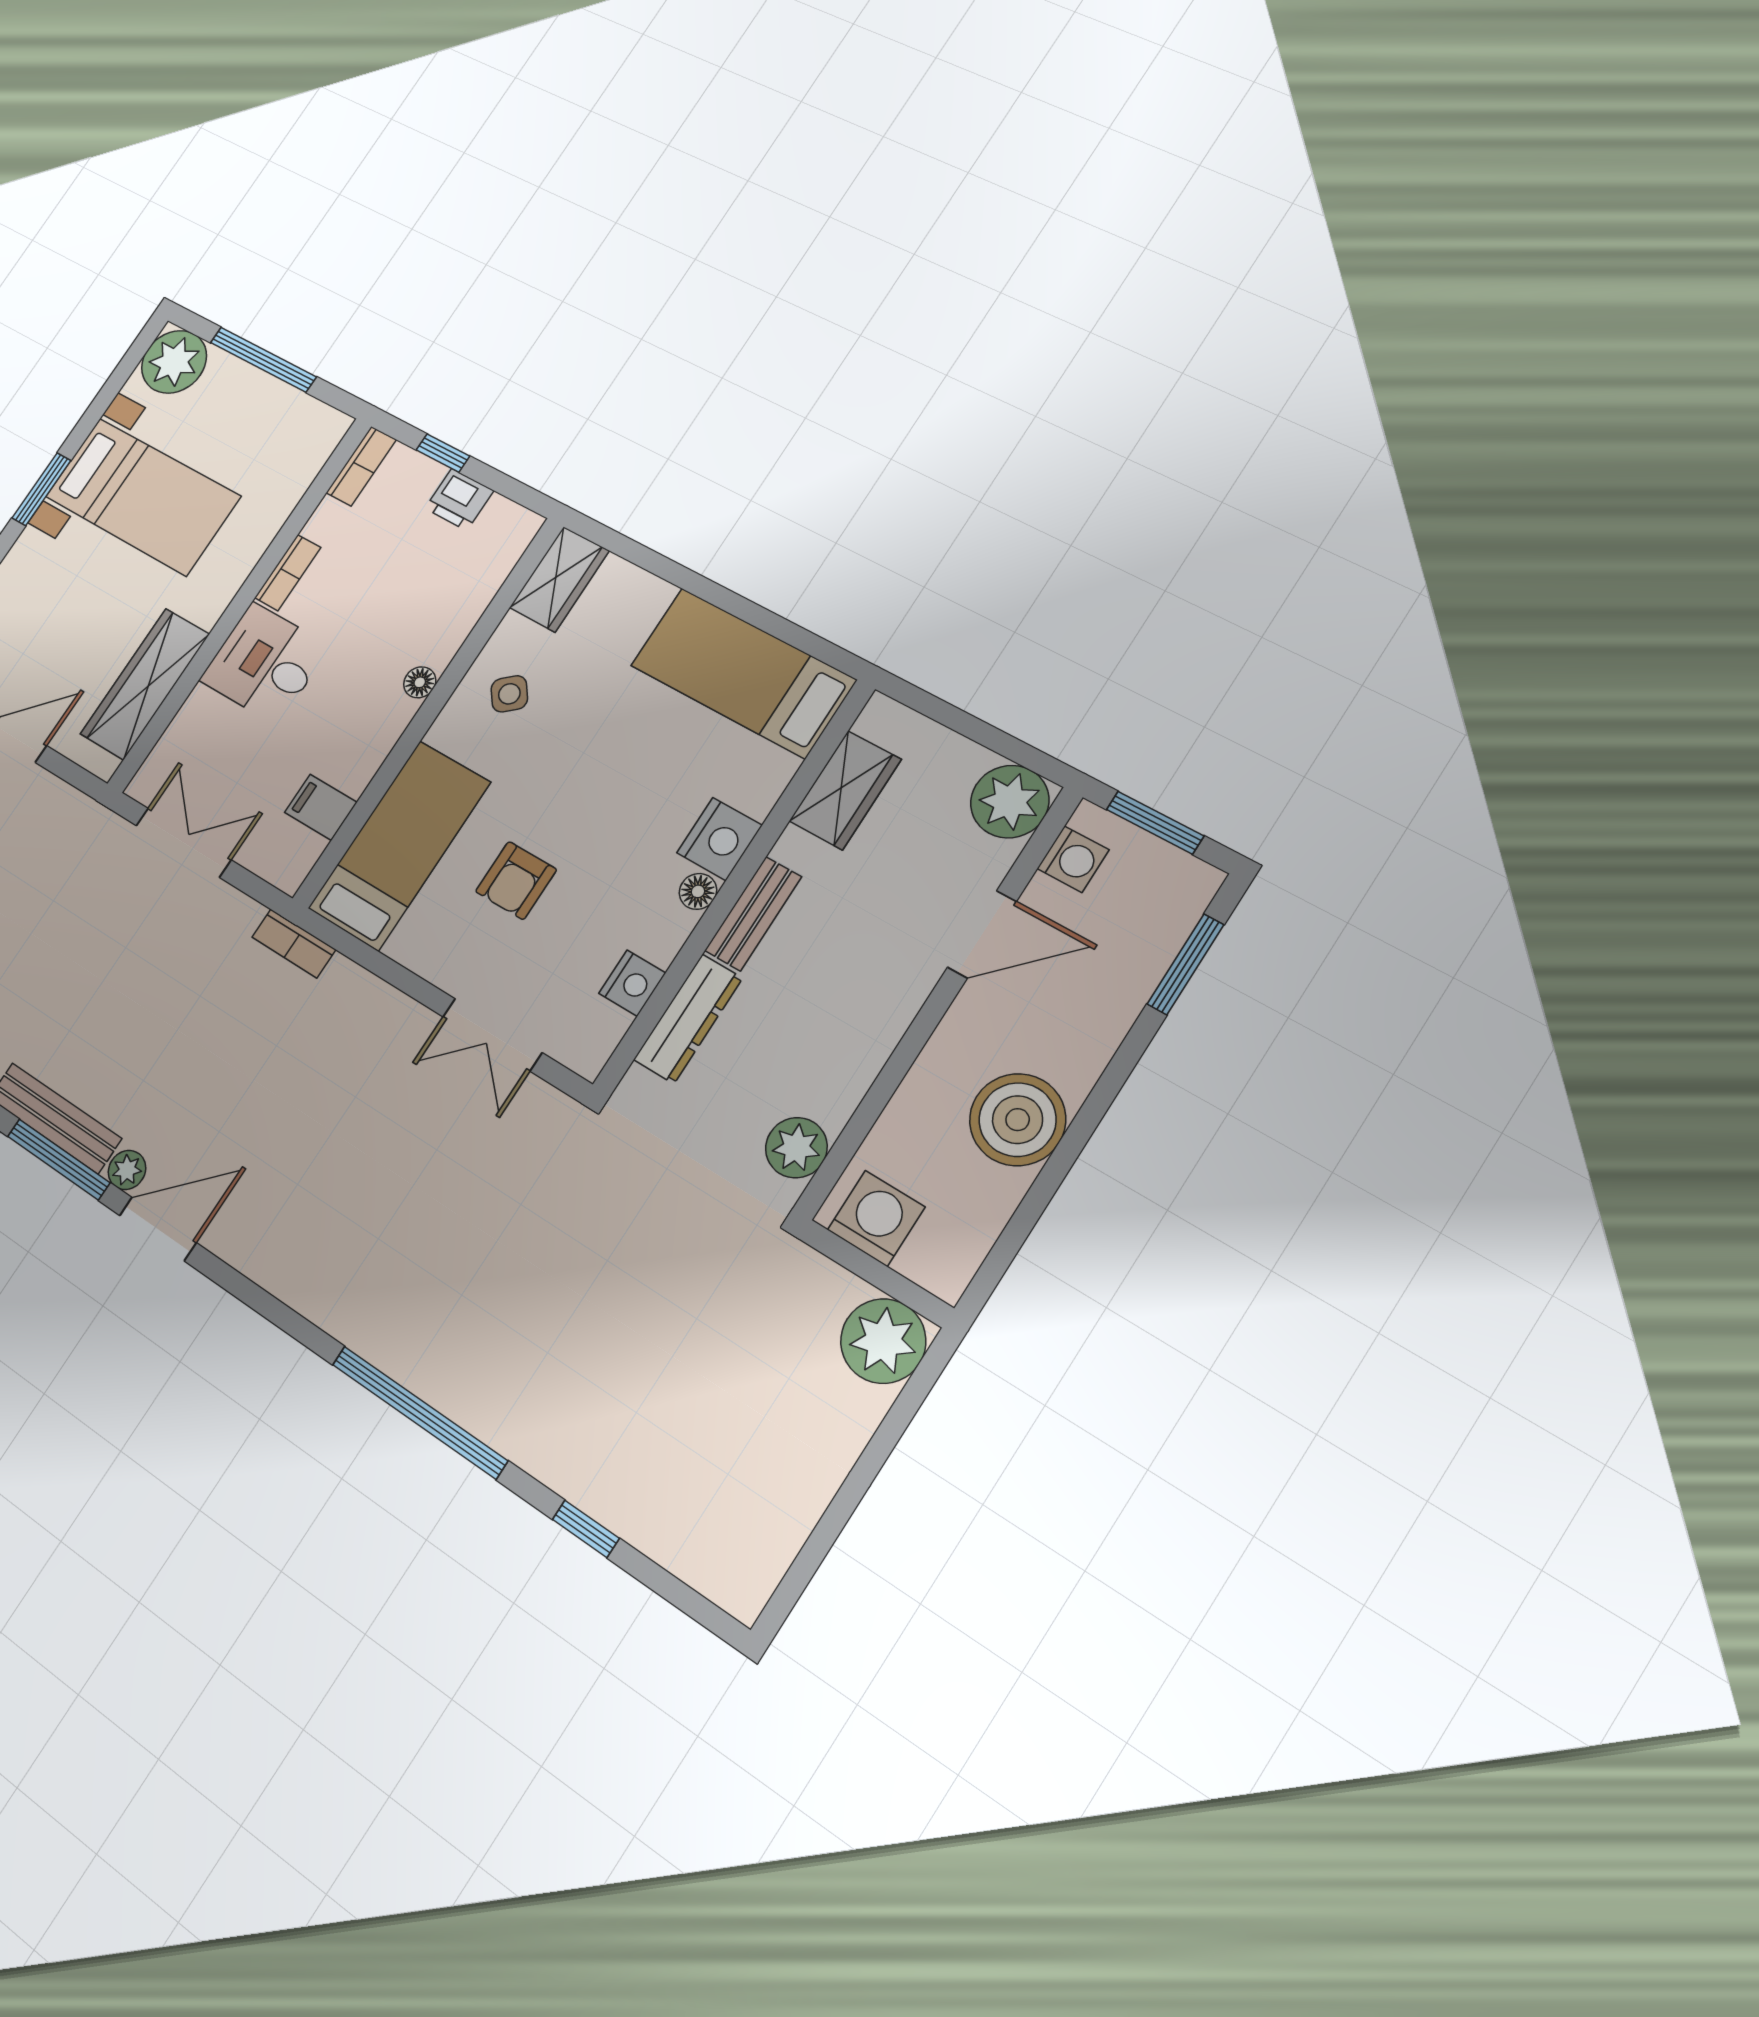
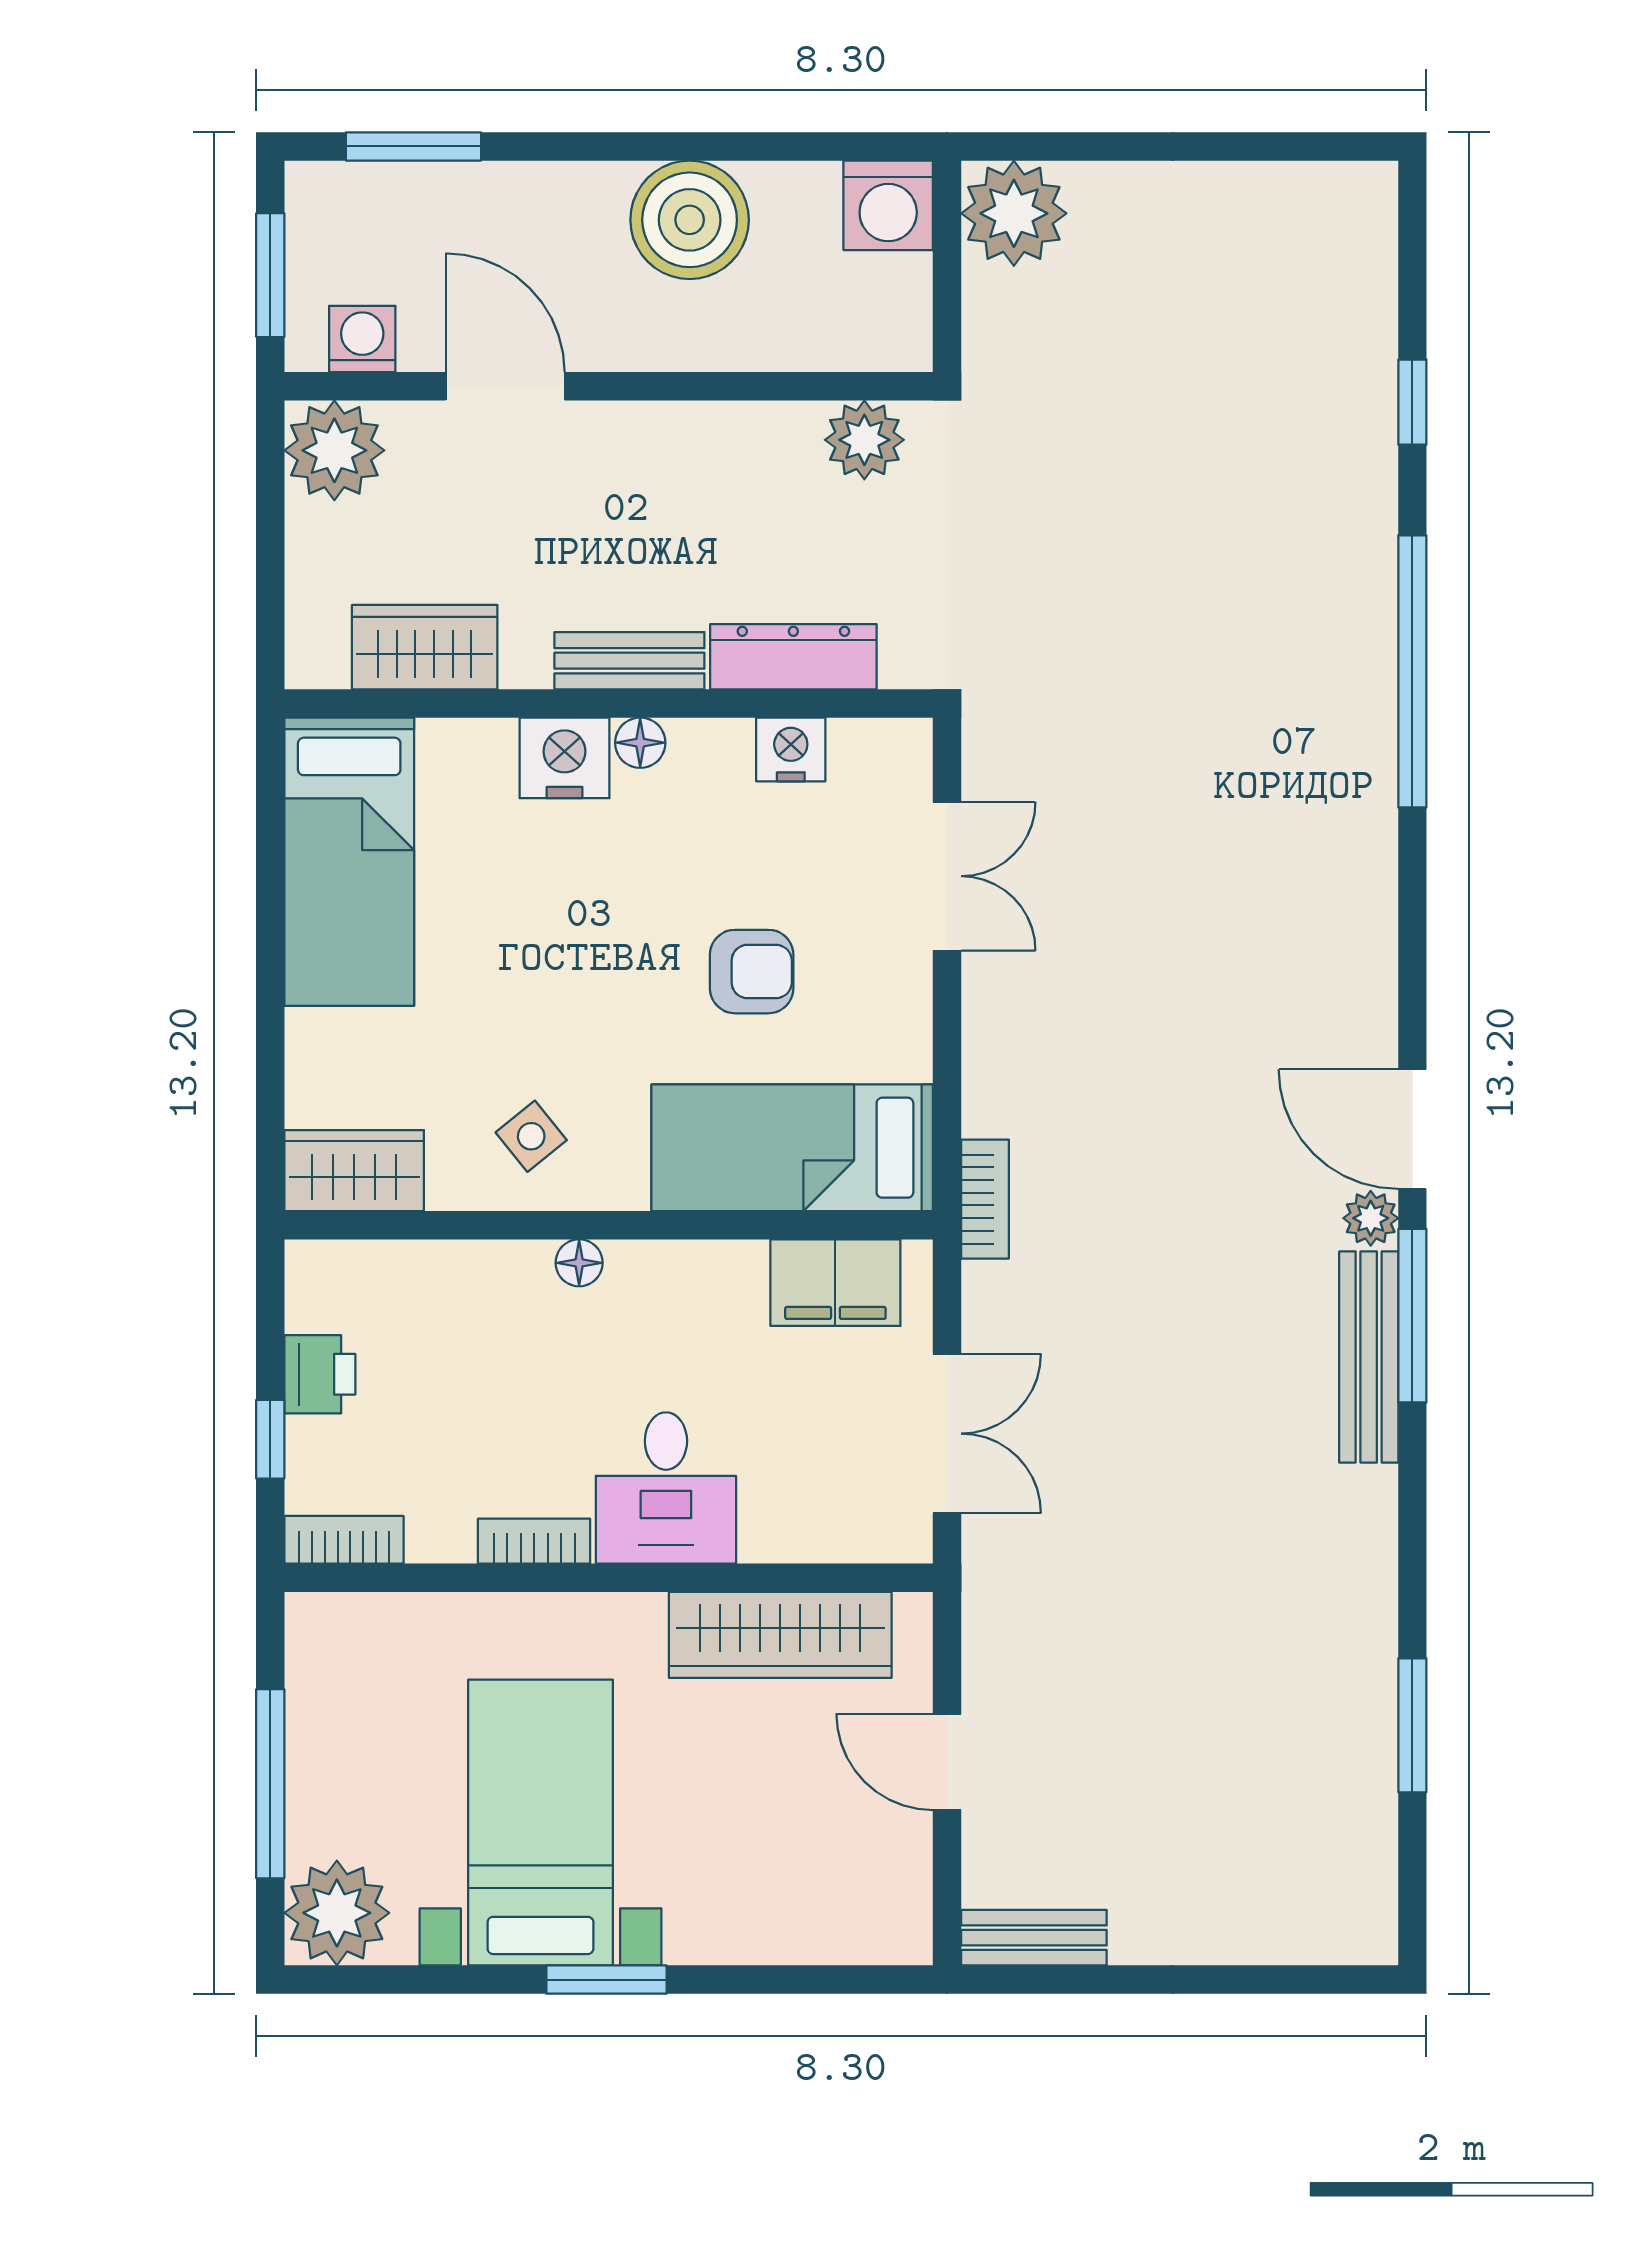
filing cabinet: (321, 807) -> (835, 1283), width x2.00
double door: (183, 843) -> (947, 1434), swing flipped
washing machine: (876, 1218) -> (888, 205), moved, turned -90

